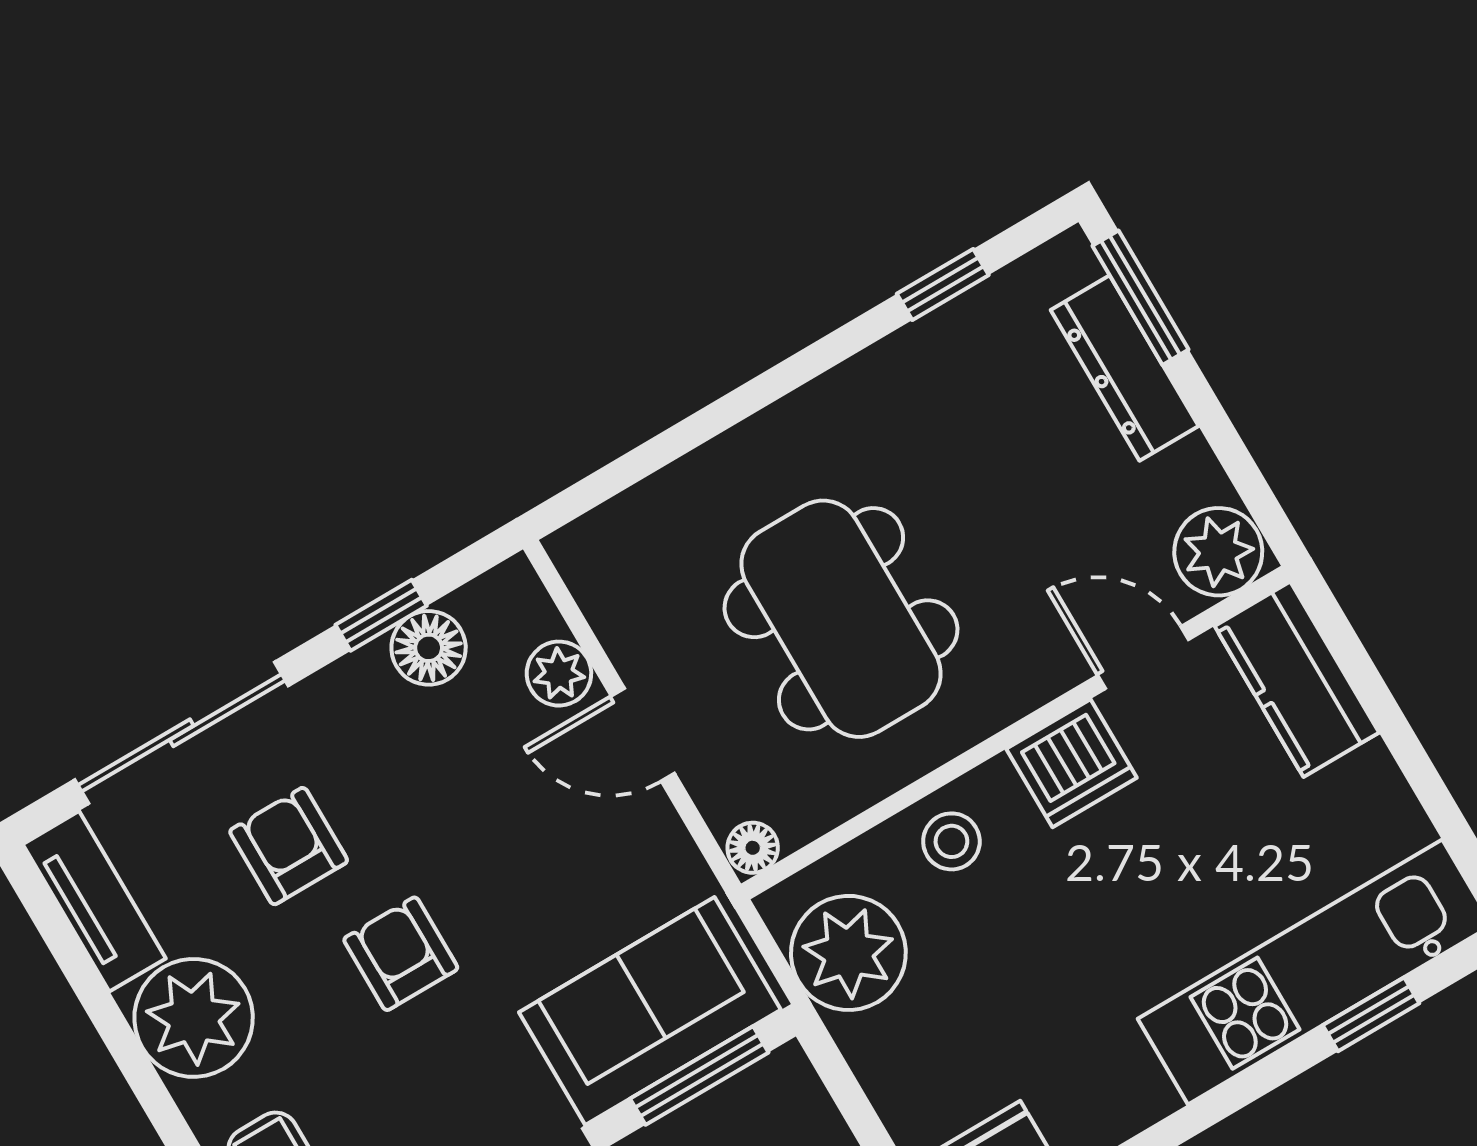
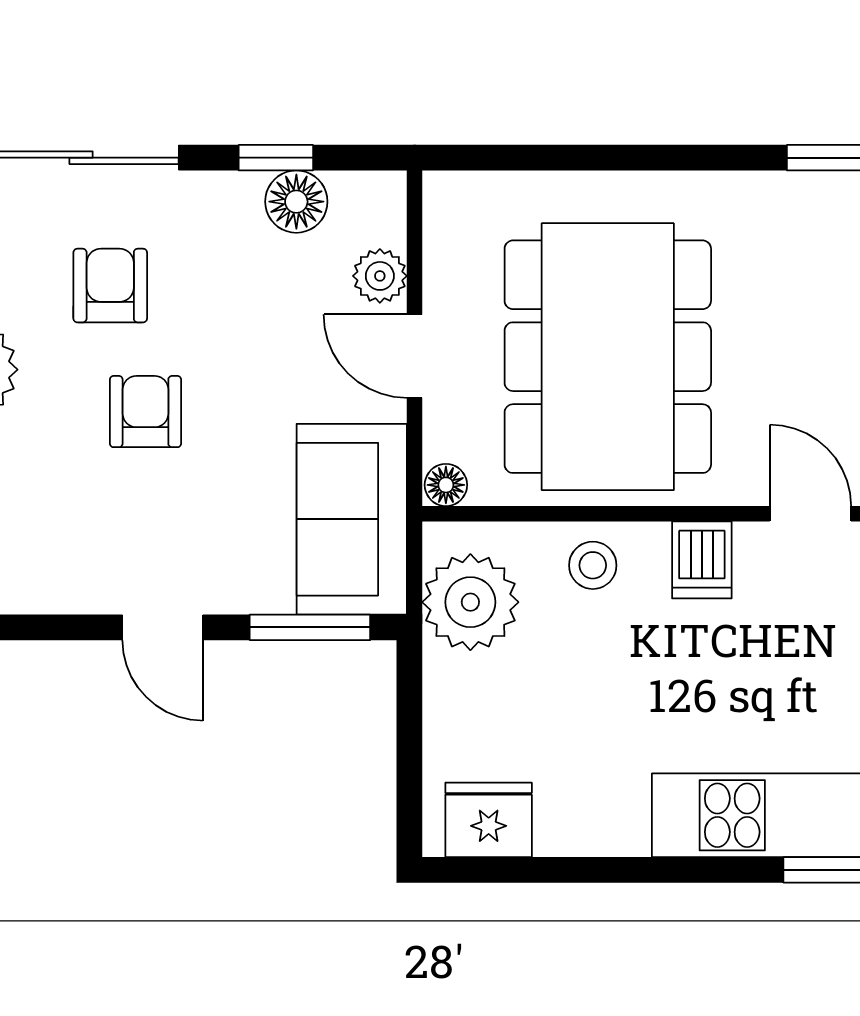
dining table: (841, 619) -> (608, 357), width x1.36, depth x1.24
dishwasher: (1072, 763) -> (702, 560), width x0.73
sofa: (650, 1011) -> (352, 519), moved, turned -90

